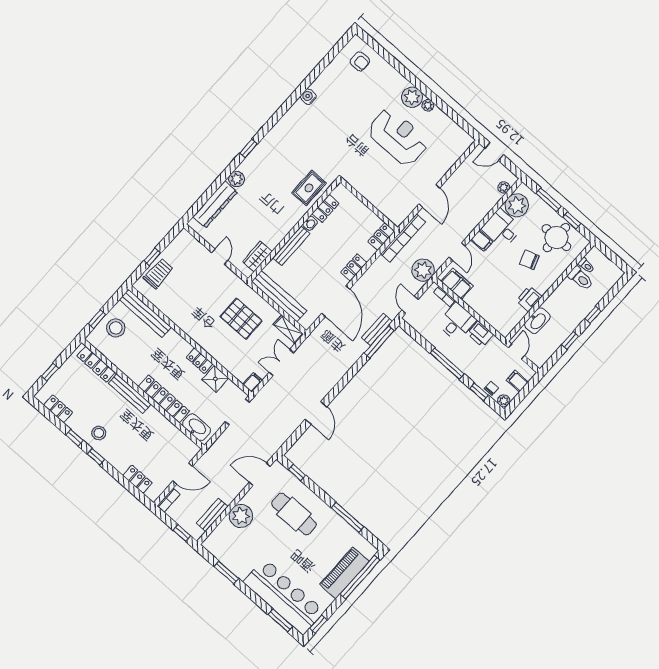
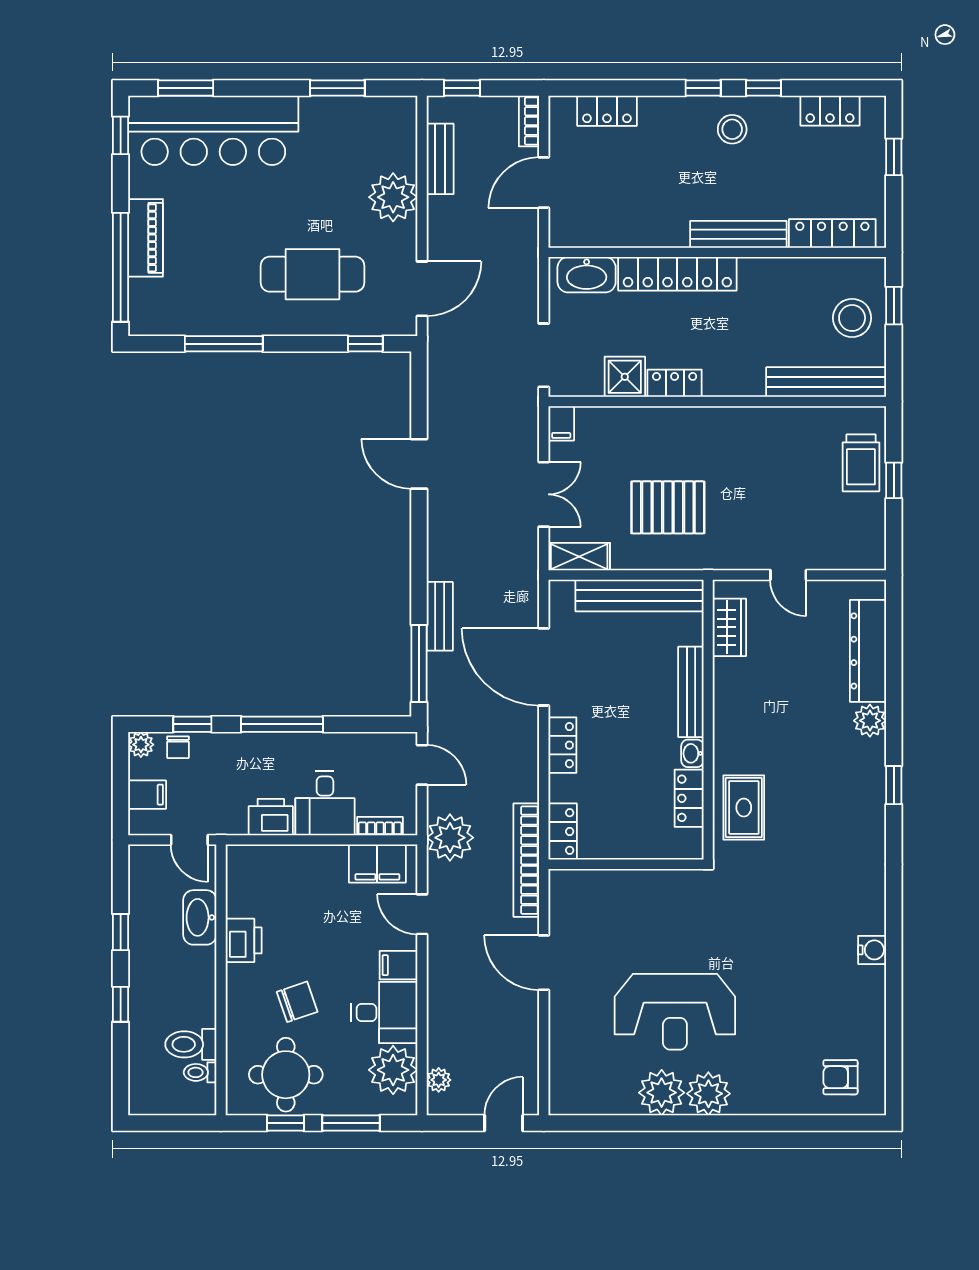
plant: (428, 105) -> (662, 1093), width x1.87, depth x1.87
bench: (377, 329) -> (440, 616), moved
piano: (344, 573) -> (146, 238), width x0.73, depth x0.75

